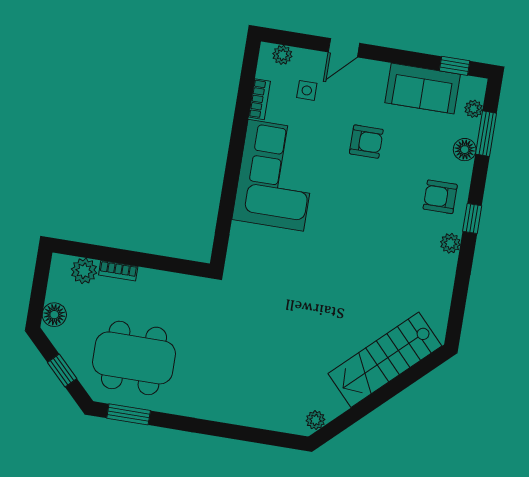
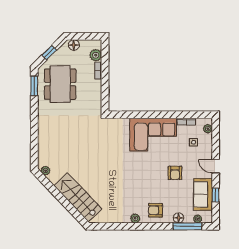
door: (344, 48) -> (216, 166), moved
window: (455, 66) -> (216, 195), moved
window: (486, 134) -> (187, 226), width x1.44
armchair: (440, 197) -> (155, 210), turned -90
window: (472, 219) -> (148, 226), removed

